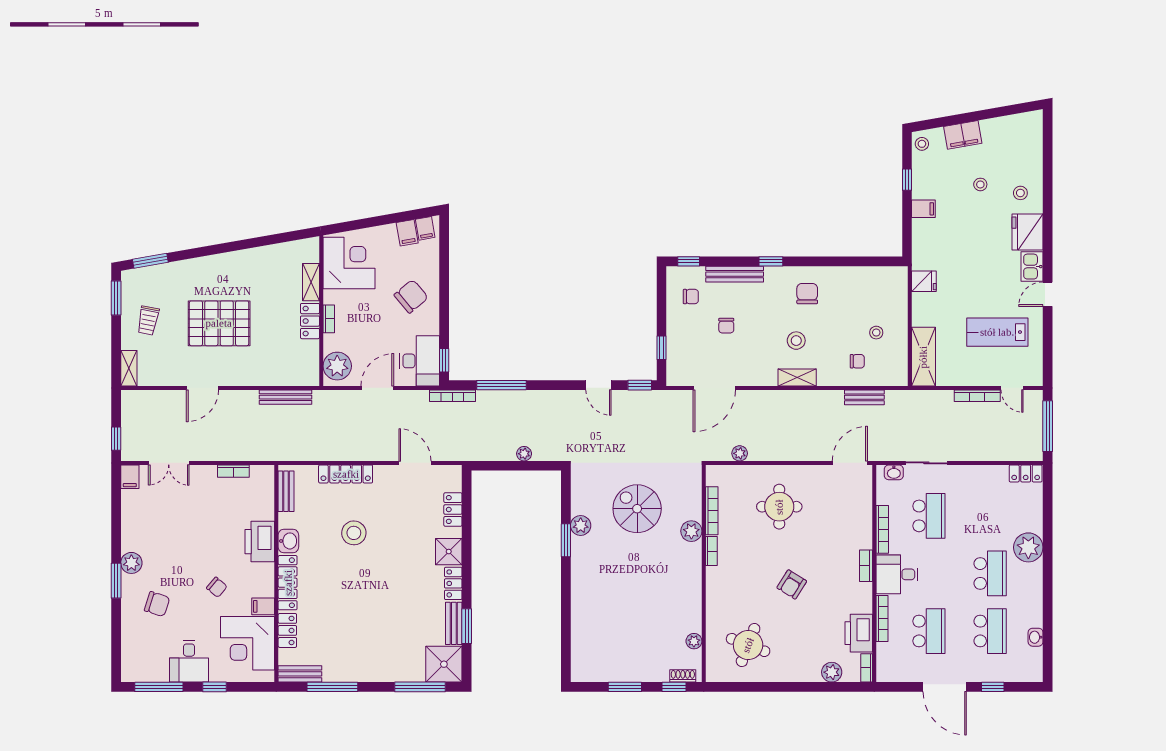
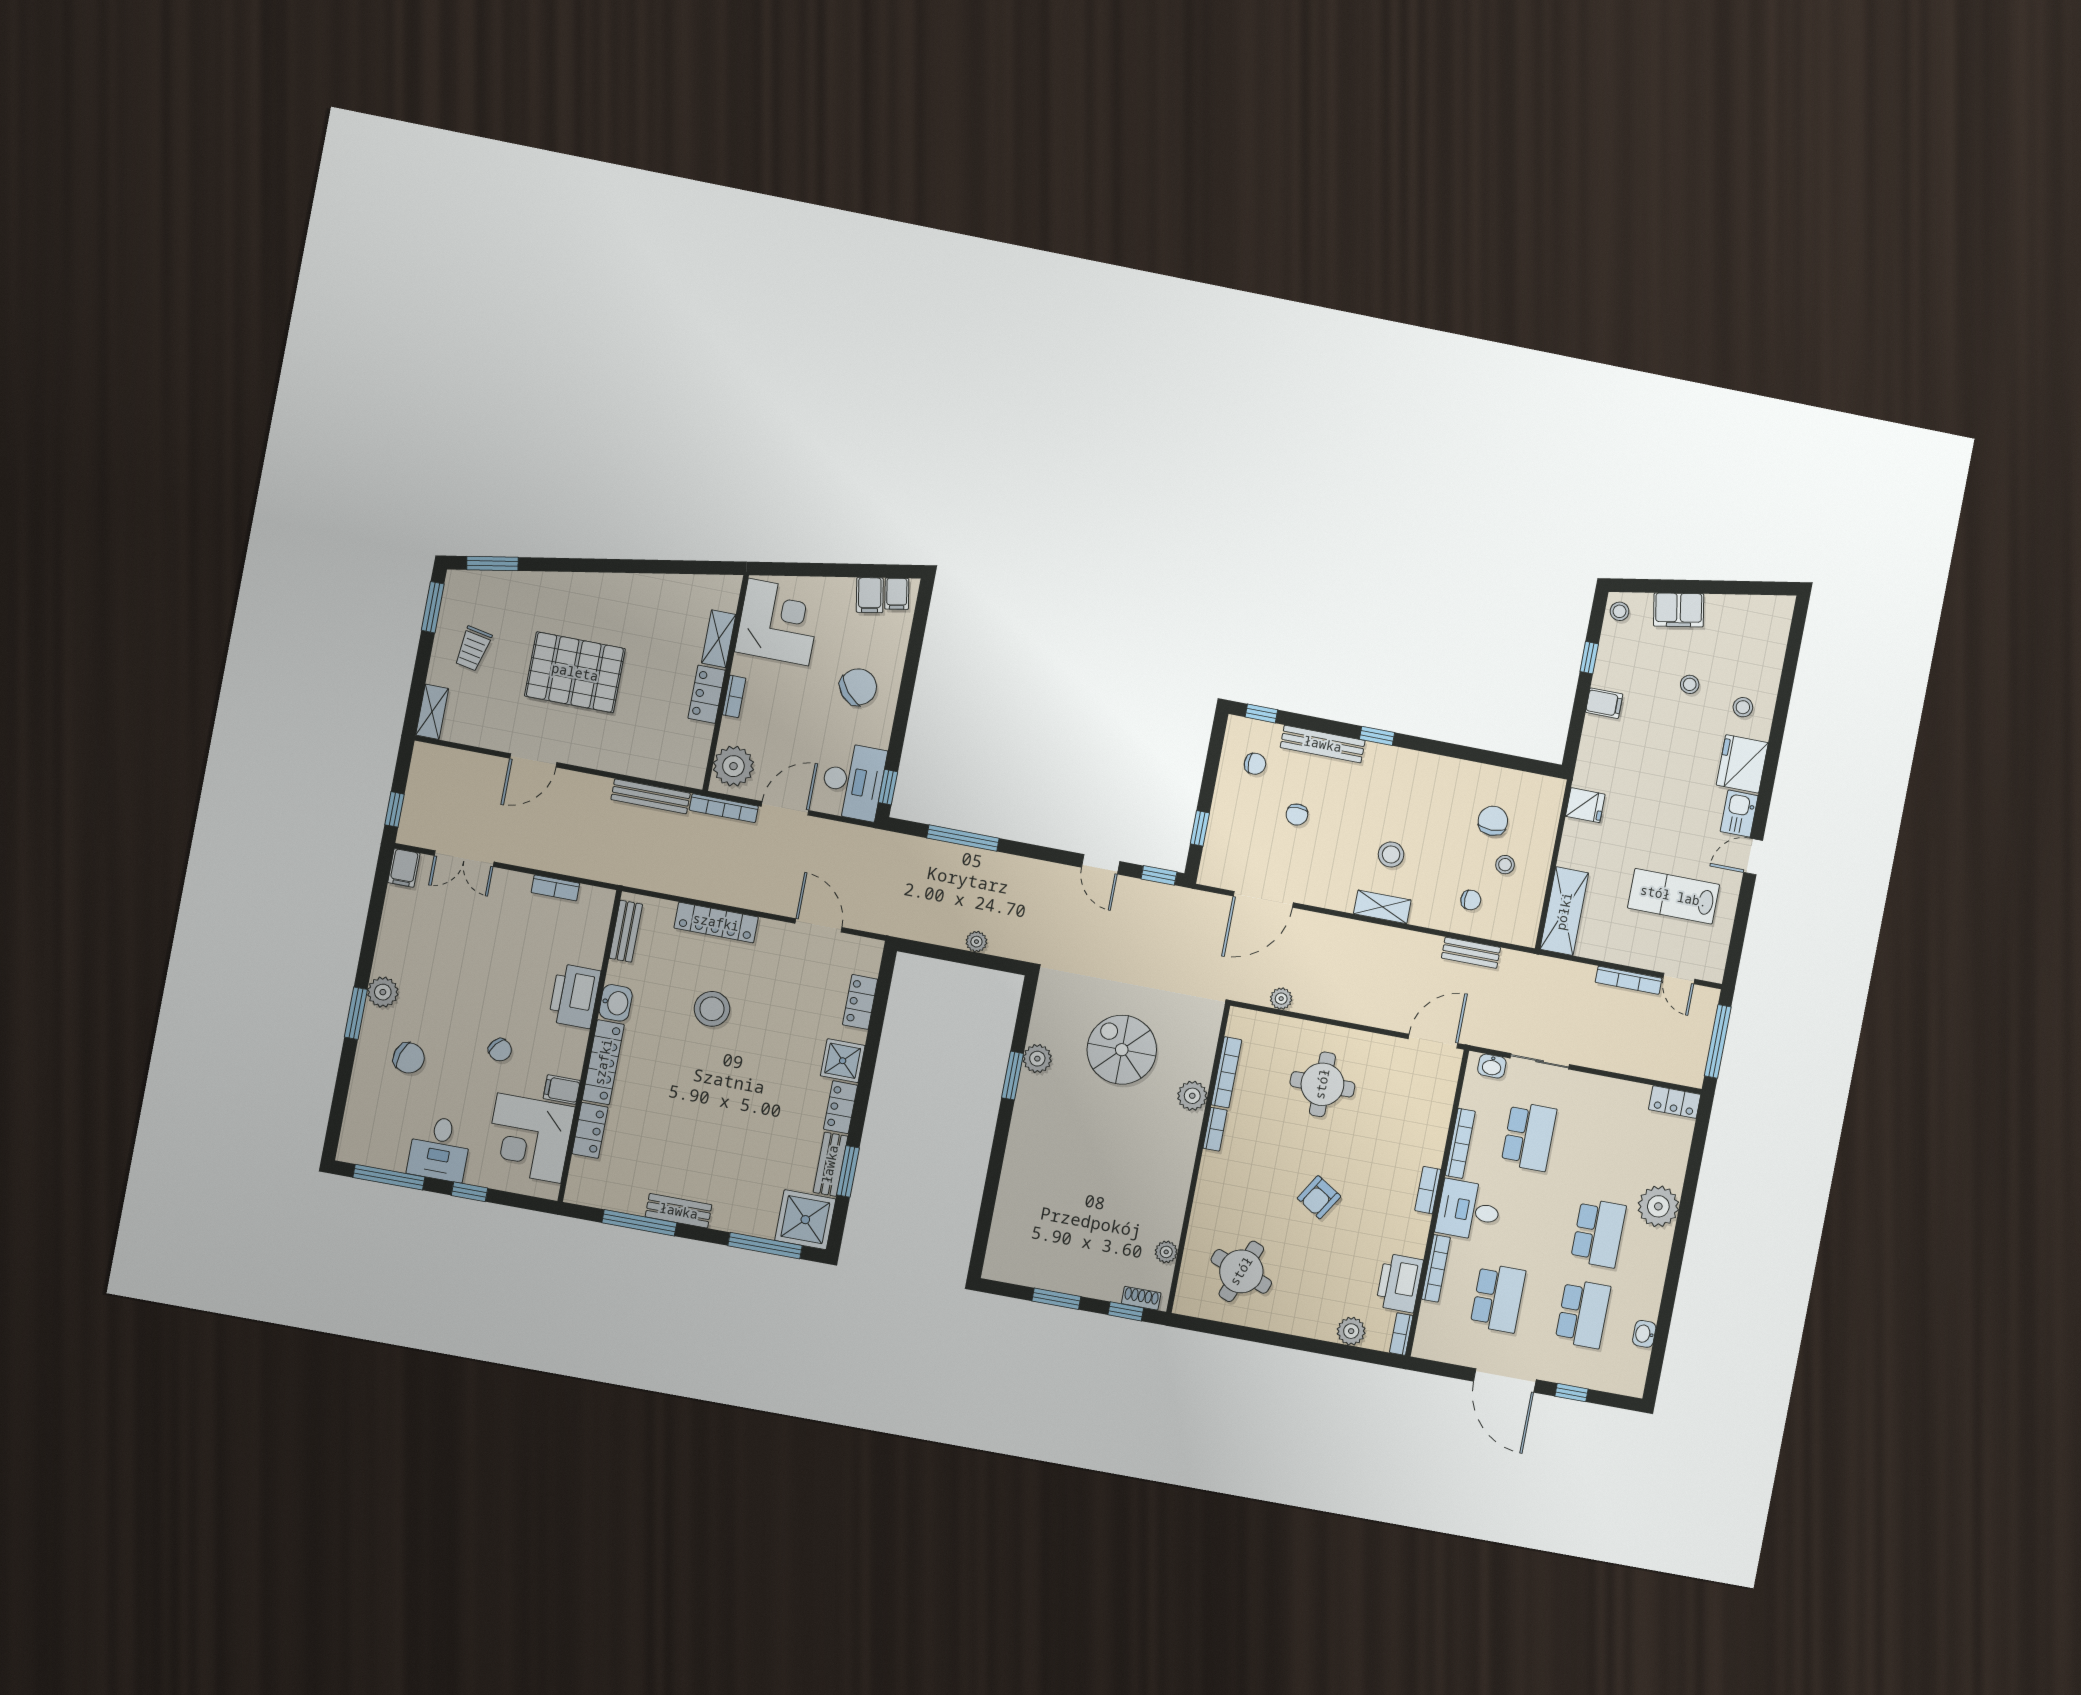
chair: (807, 294) -> (1493, 821), moved
bookcase: (452, 396) -> (724, 808), moved
bench: (300, 674) -> (679, 1211), moved

